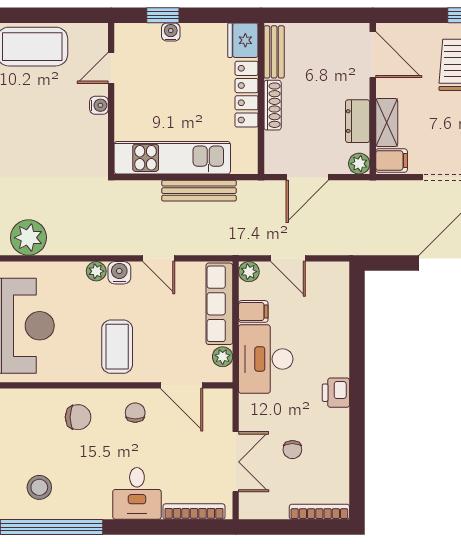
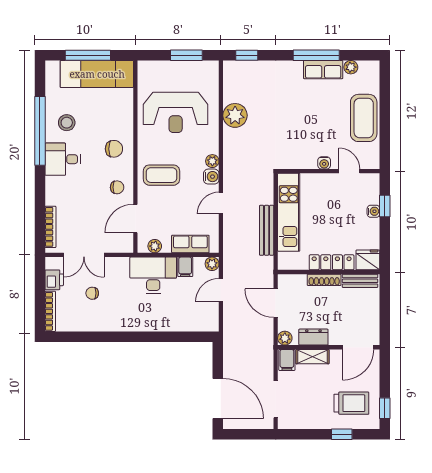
row of seats: (219, 304) -> (190, 244), width x0.68
printer: (336, 393) -> (54, 280), moved, turned 90
chair: (78, 417) -> (114, 149), turned -90
desk: (137, 493) -> (63, 159), moved

